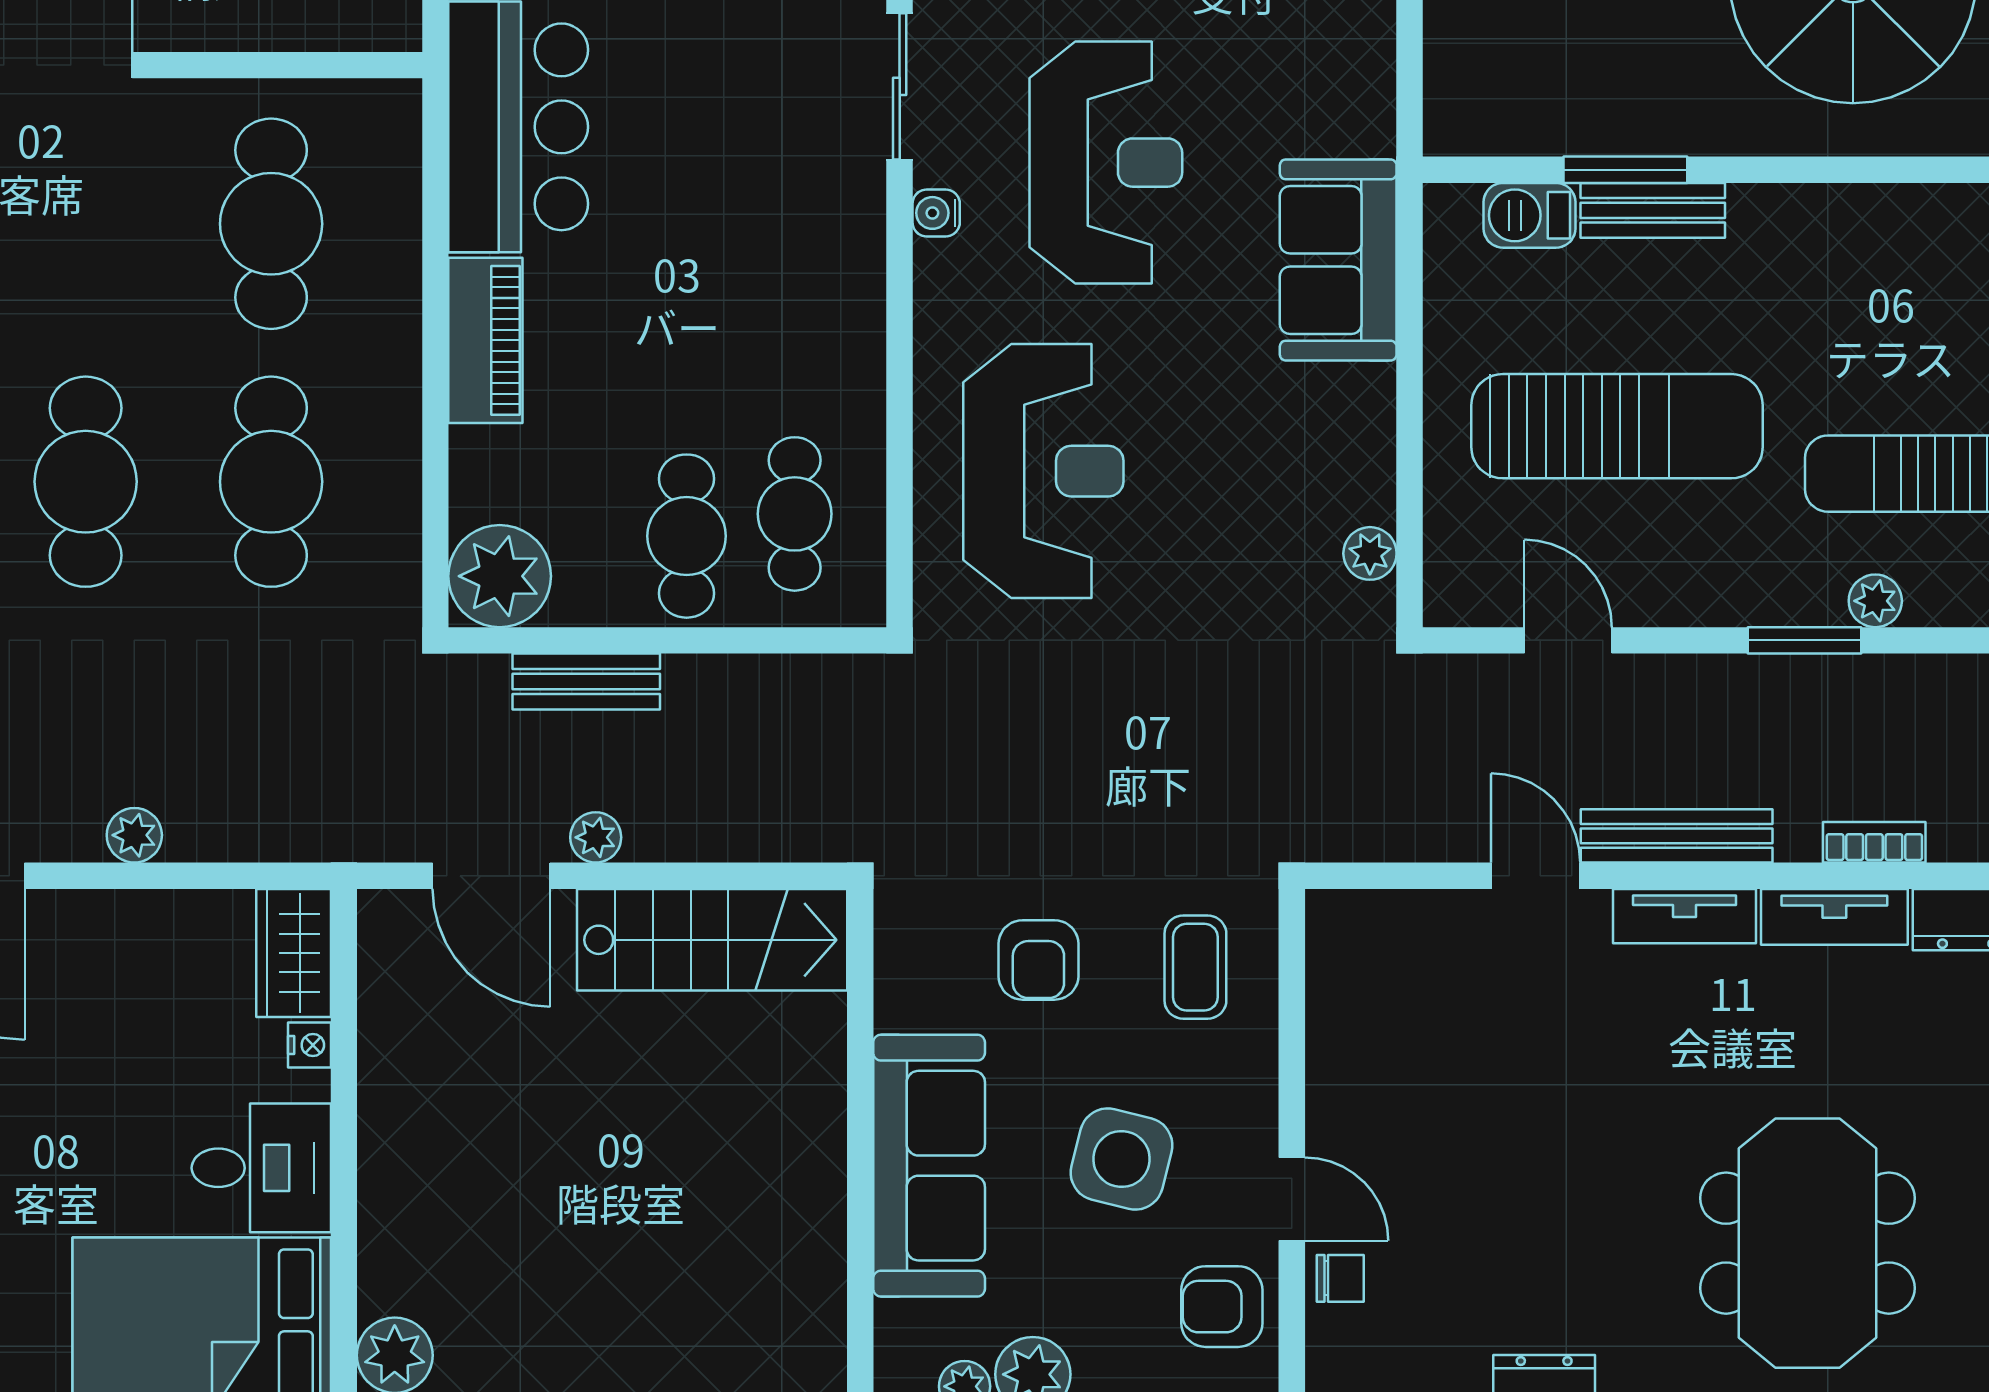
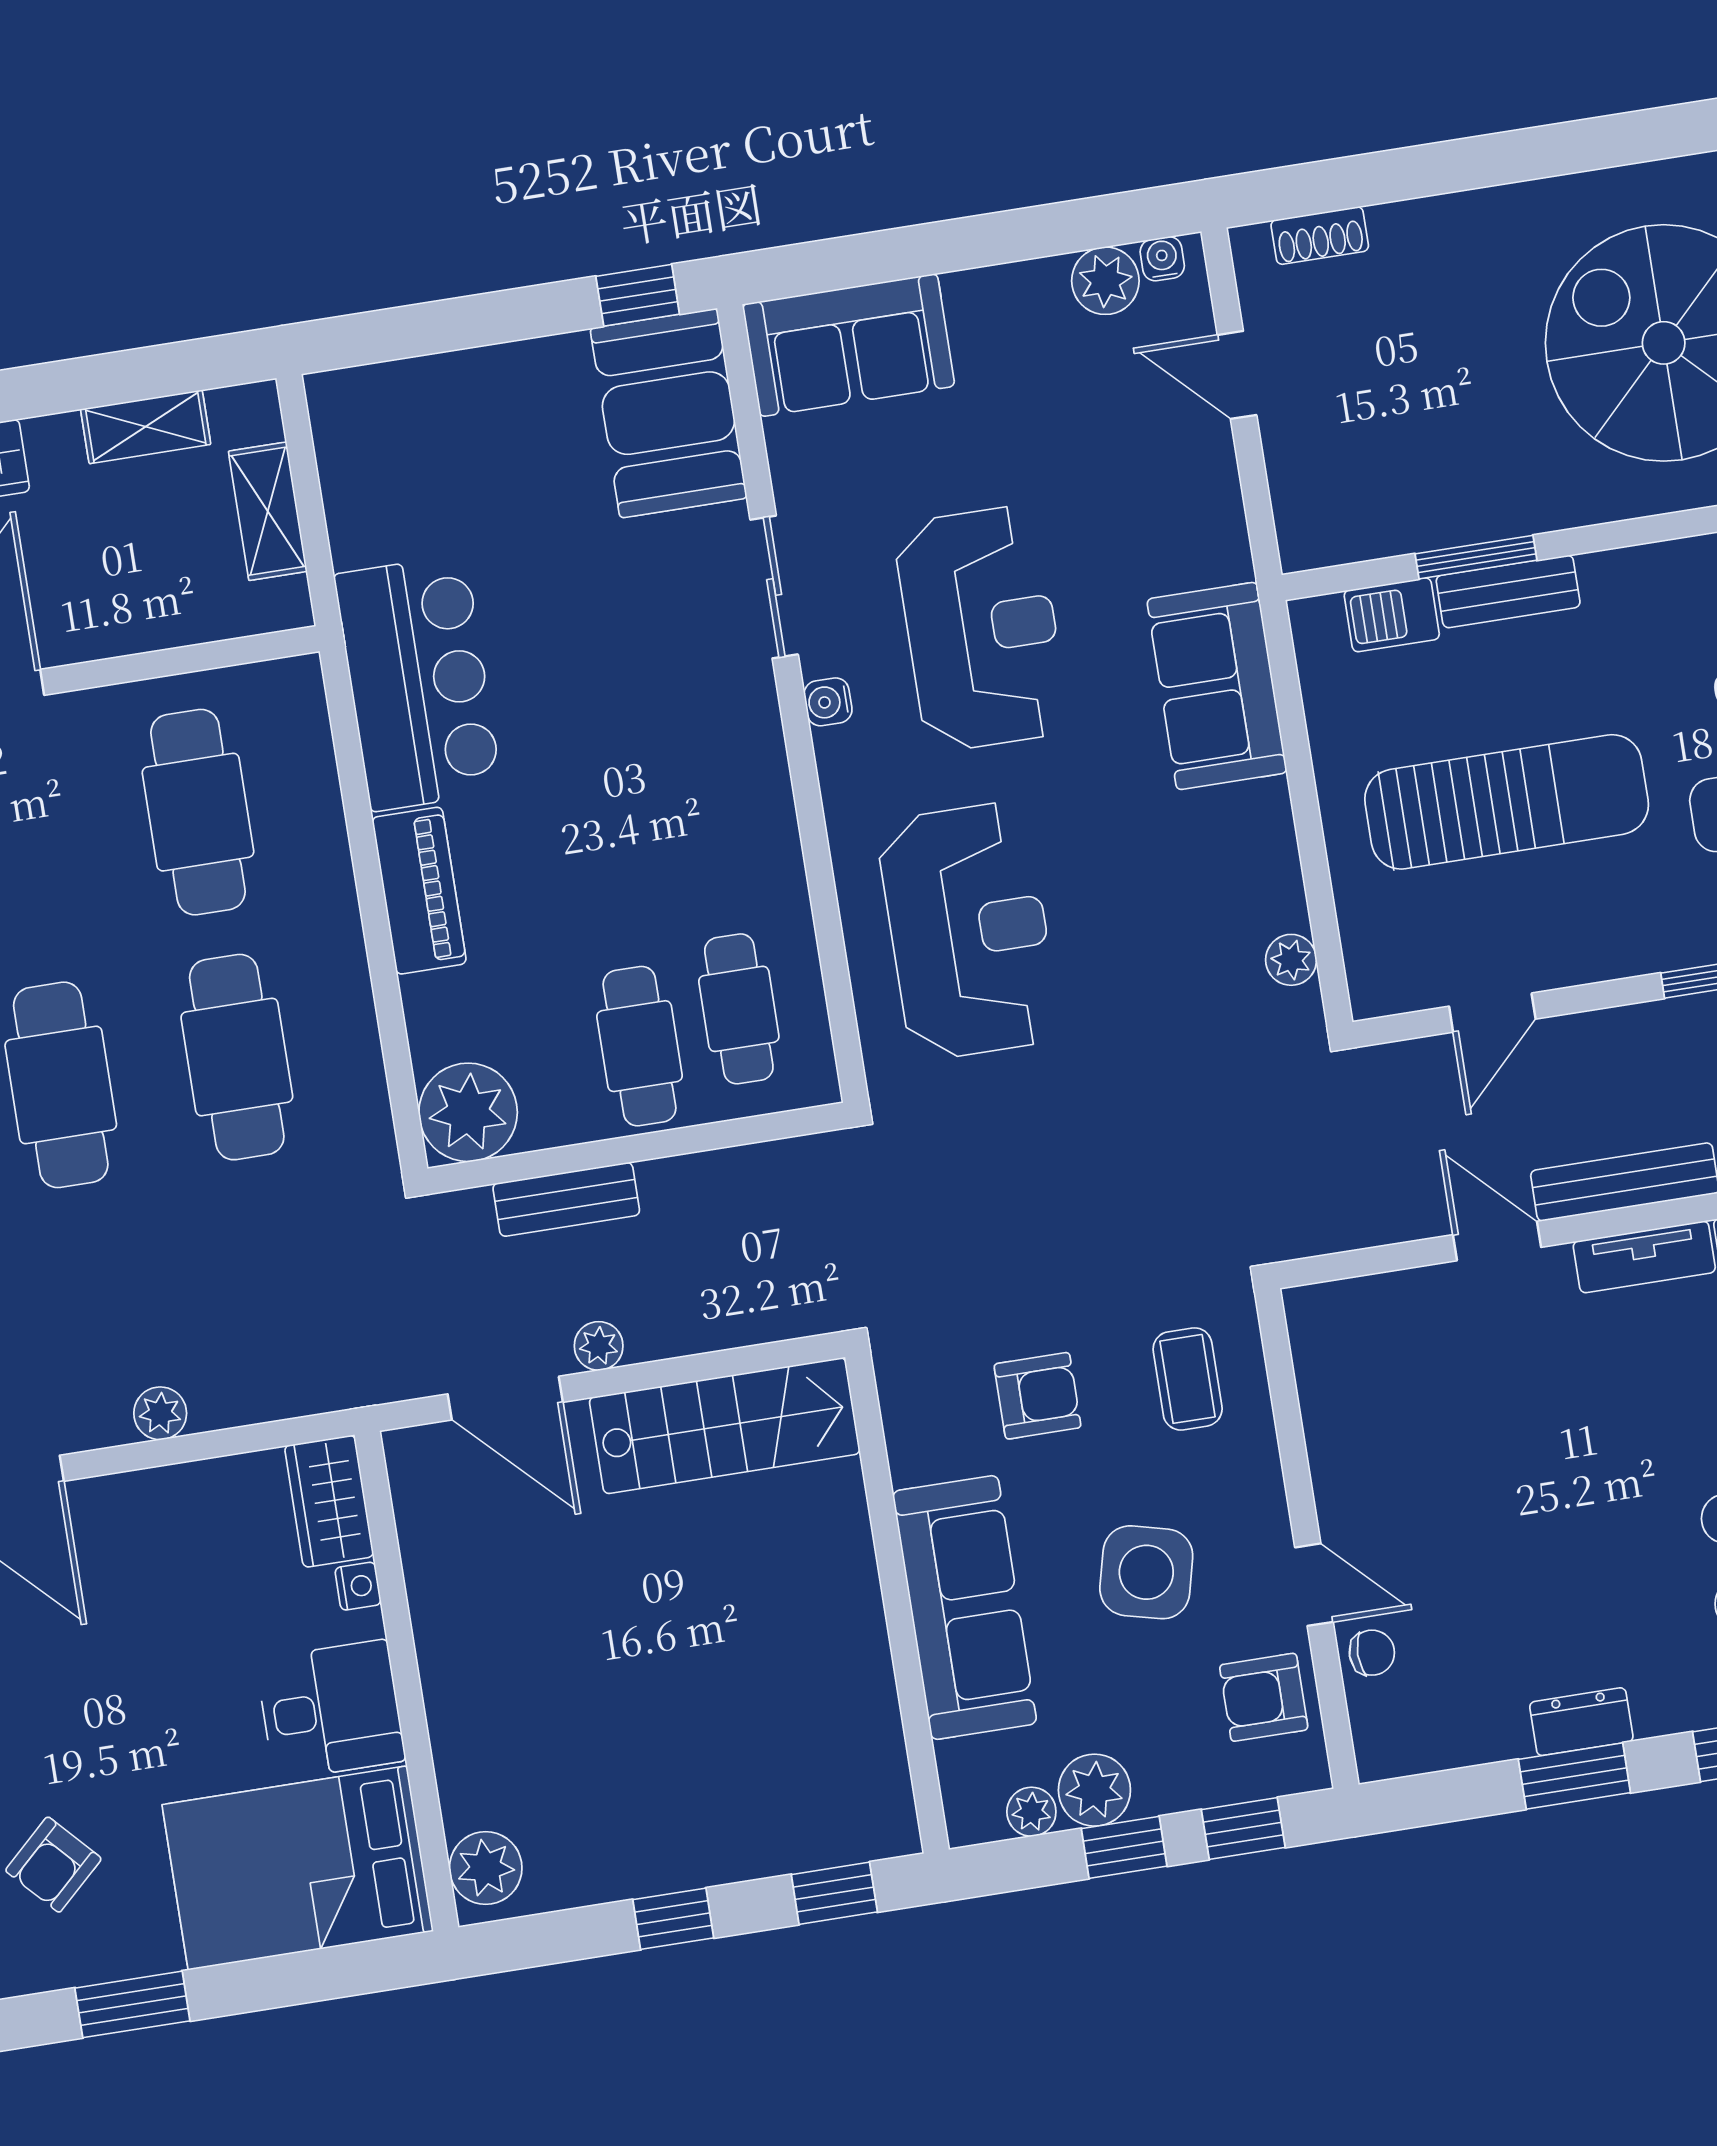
door: (1568, 640) -> (1492, 1013), swing flipped
armchair: (1038, 960) -> (1038, 1396), turned -90

